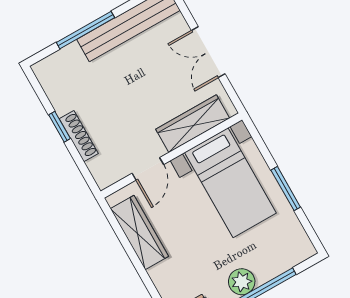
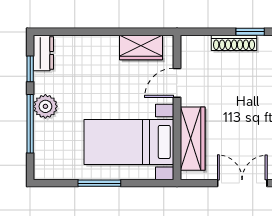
door: (148, 169) -> (177, 83), hinge flipped
wardrobe: (139, 233) -> (141, 48), width x0.67

